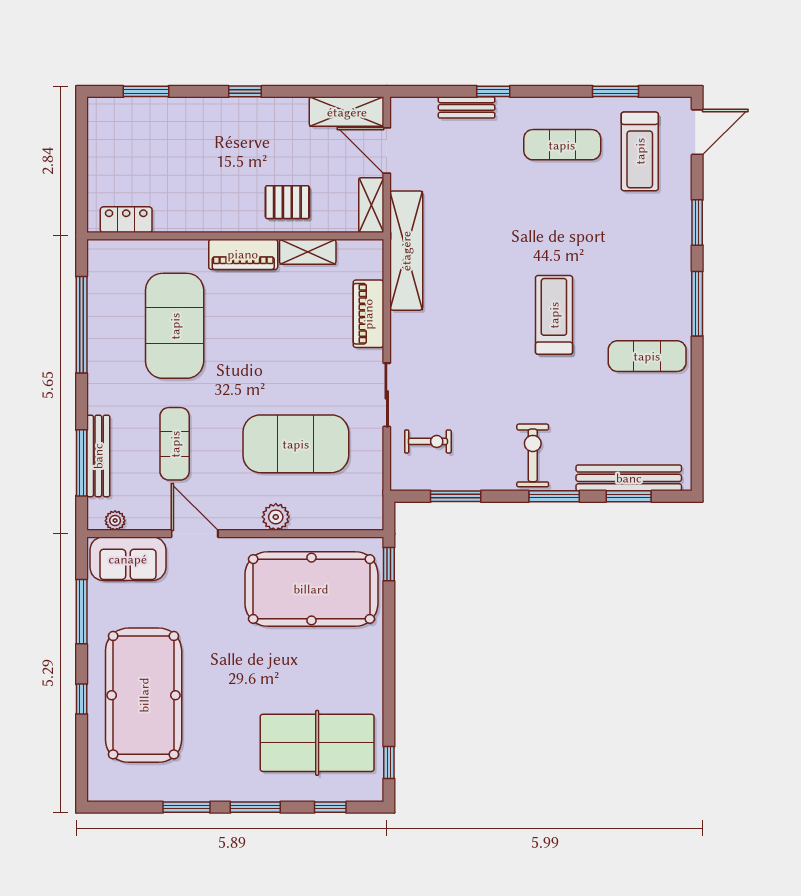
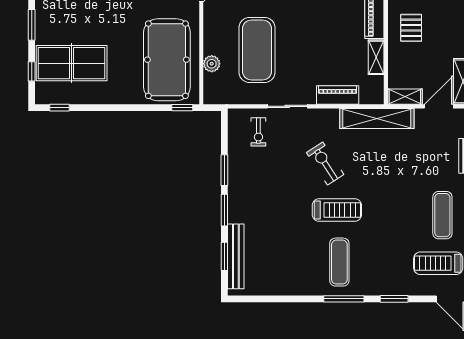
pallet: (287, 202) -> (411, 28), moved
exercise mat: (647, 356) -> (339, 262), moved
exercise bike: (533, 455) -> (325, 164), moved, turned -123
window: (456, 496) -> (224, 170), moved
plant: (276, 517) -> (212, 64), moved
table tennis table: (317, 743) -> (72, 63), turned 90

